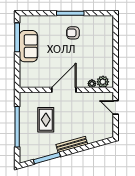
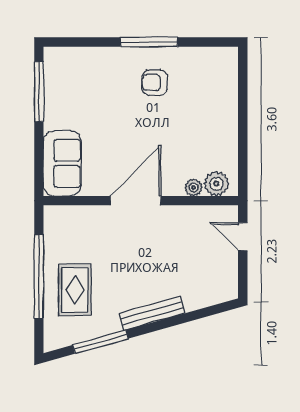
sofa: (28, 46) -> (62, 163), moved
rug: (46, 120) -> (75, 290), moved

